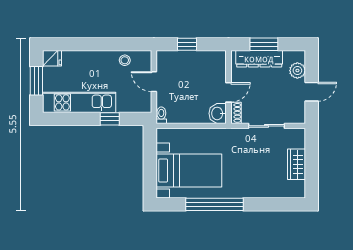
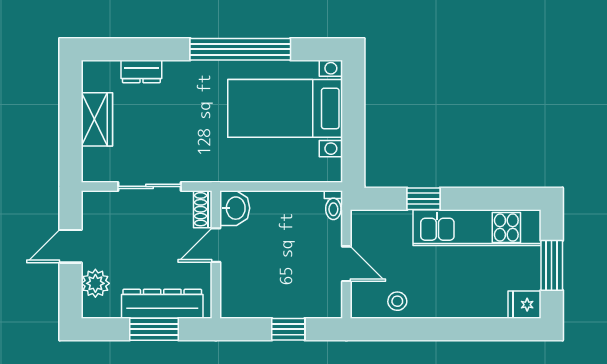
dresser: (271, 192) -> (141, 71), added

